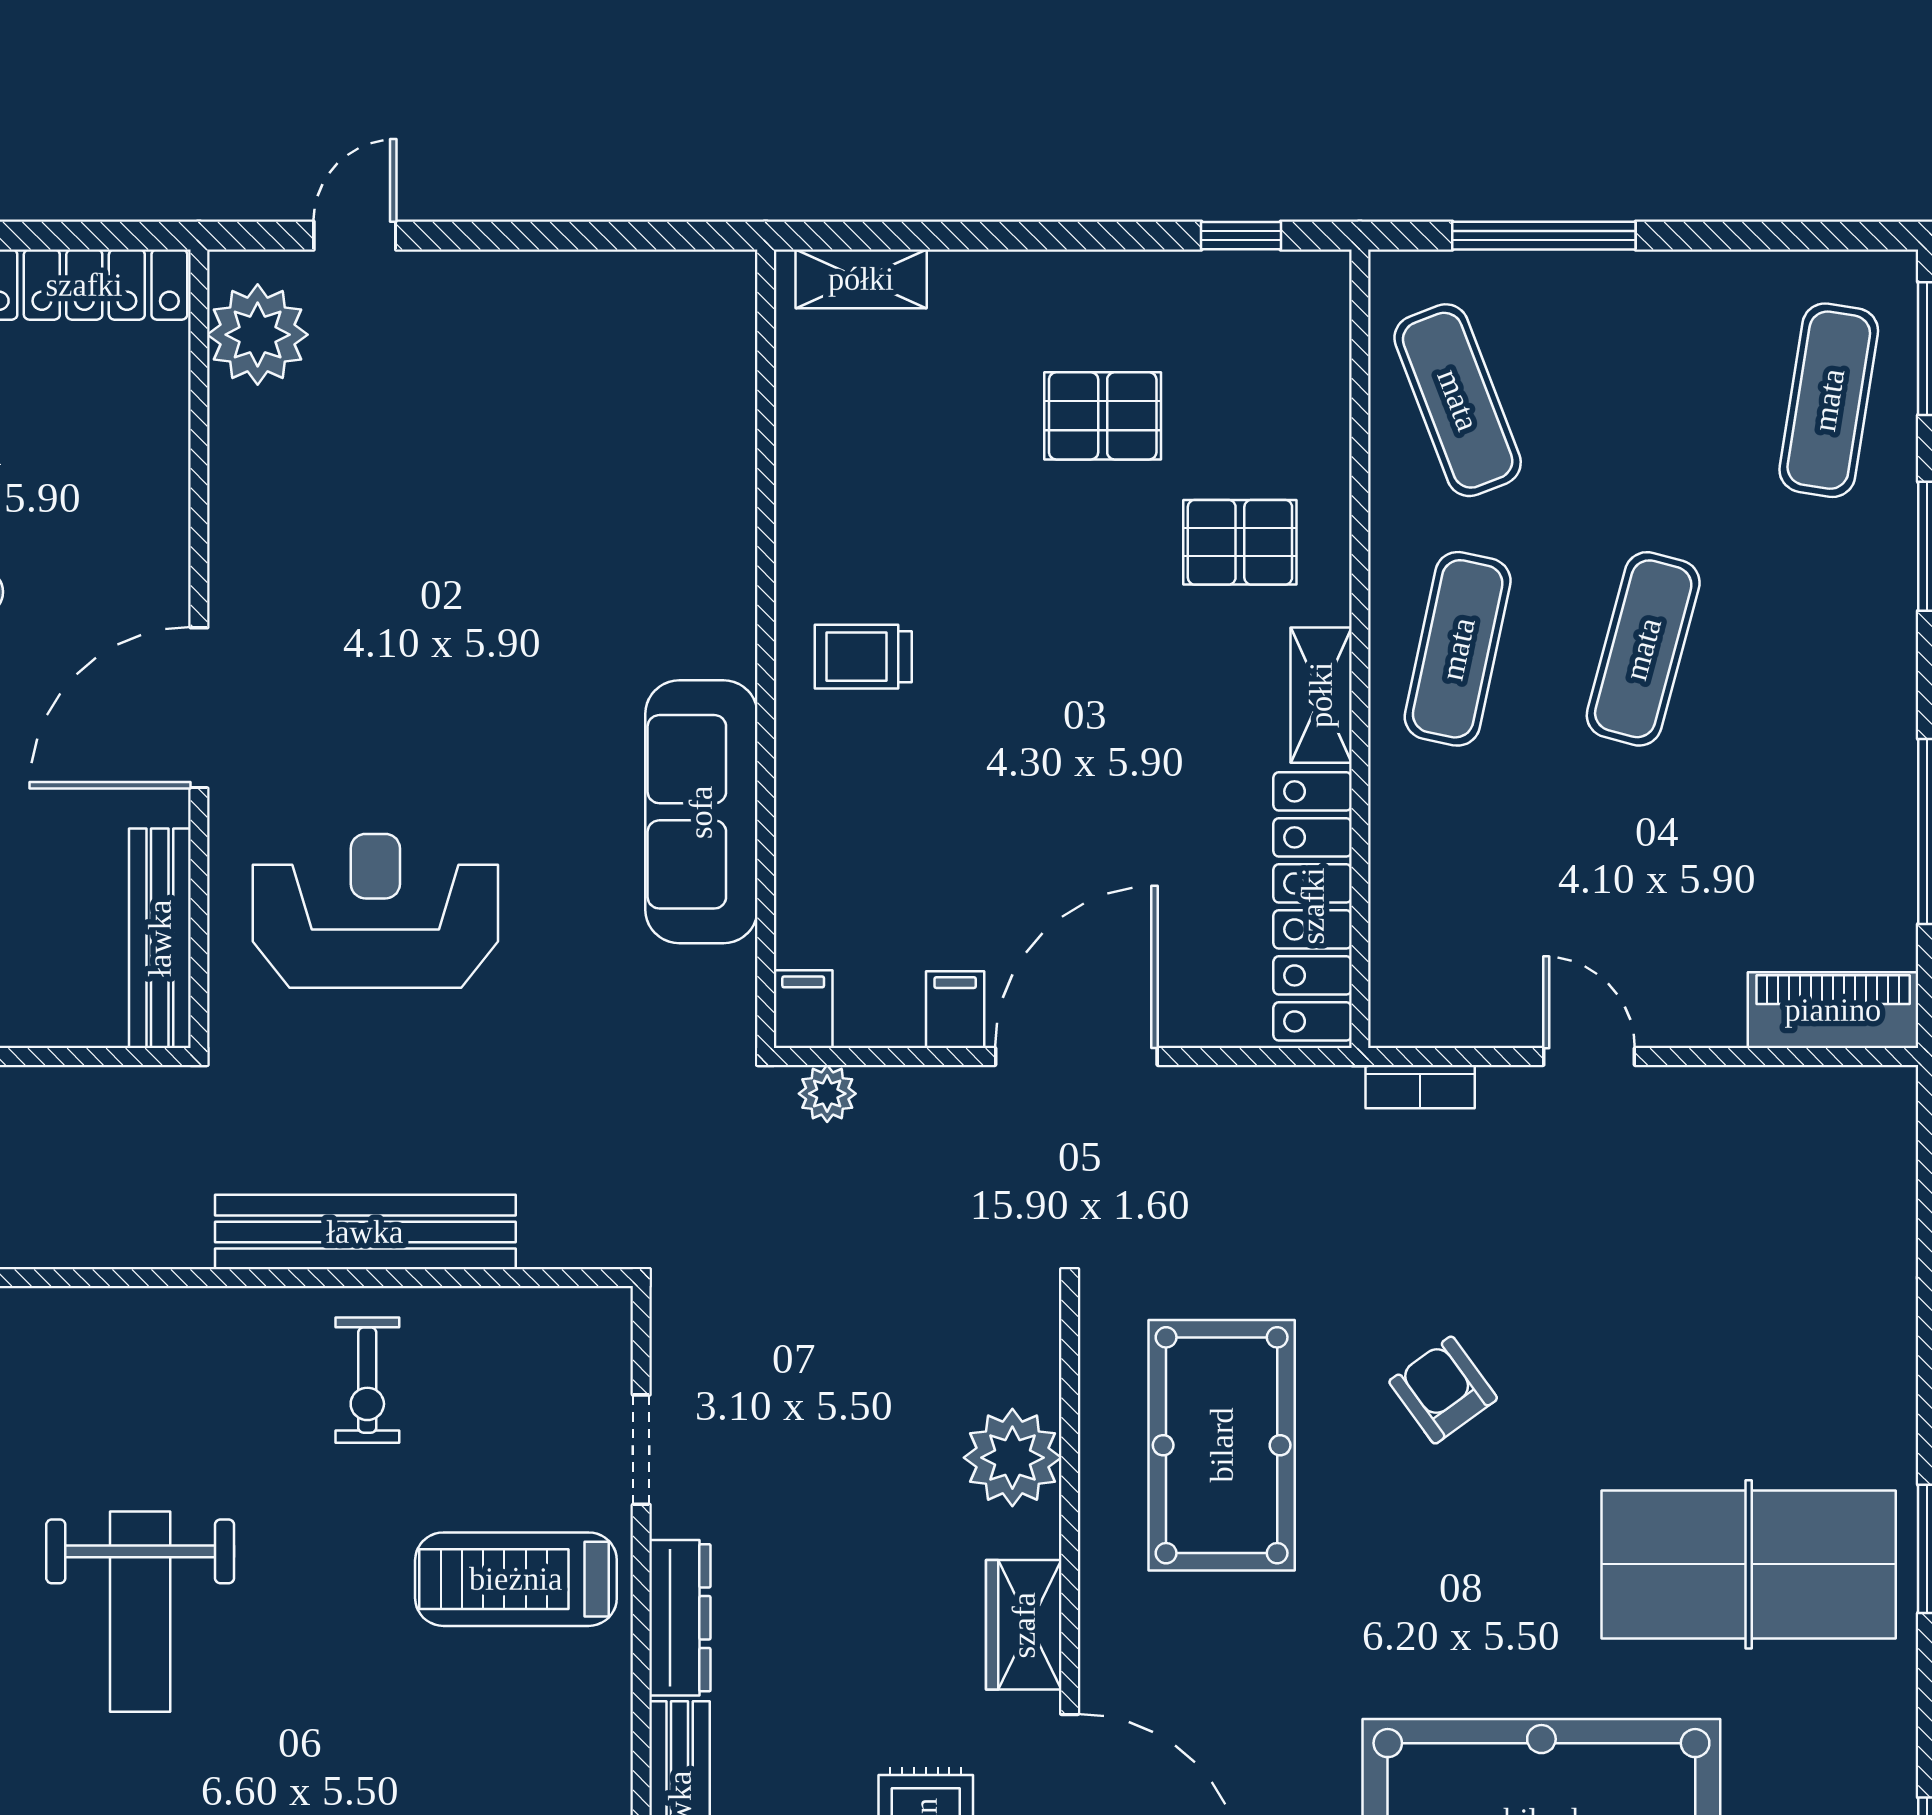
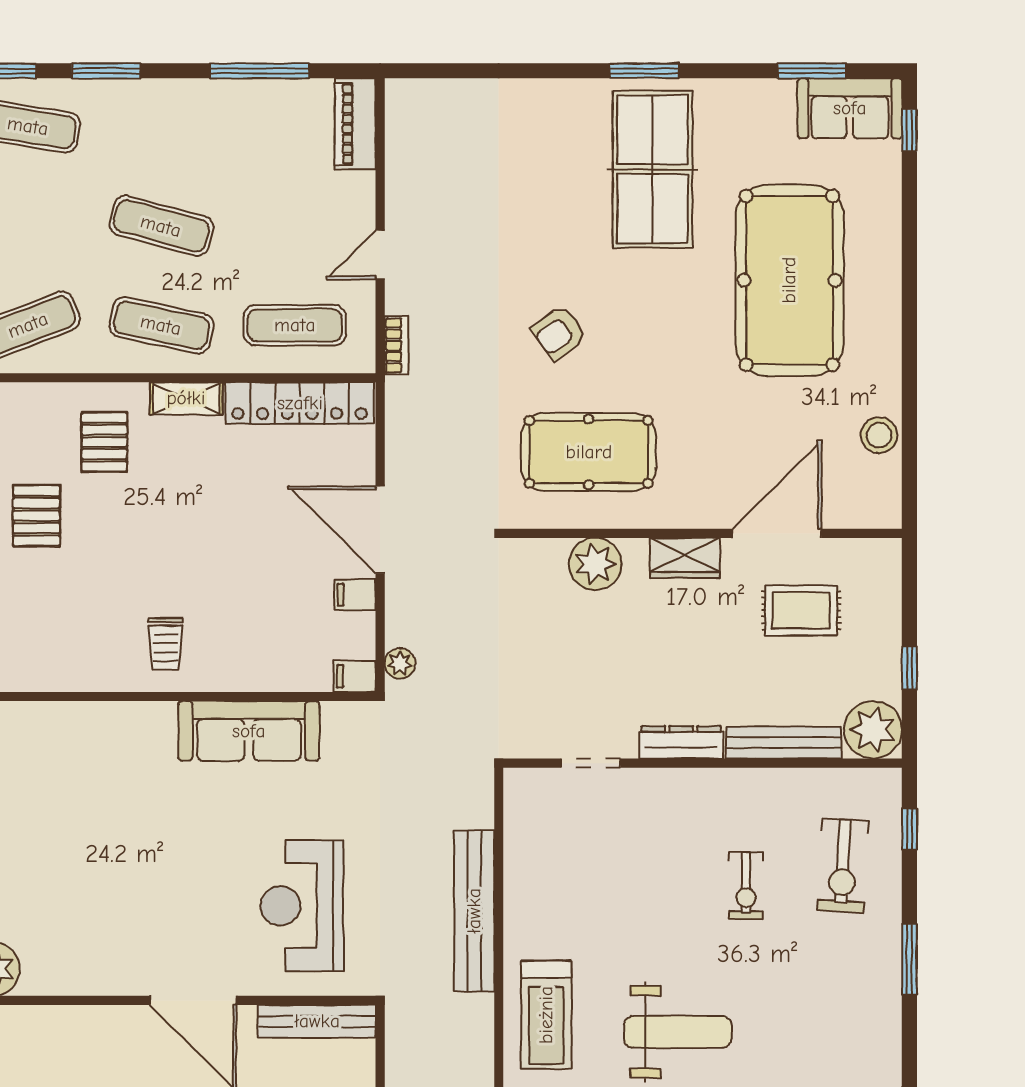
exercise mat: (1458, 897) -> (295, 325), added
exercise bike: (367, 1380) -> (746, 885), moved, turned 90
treadmill: (516, 1579) -> (546, 1015), moved

